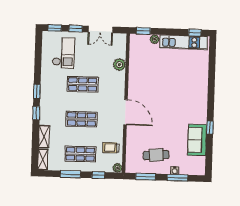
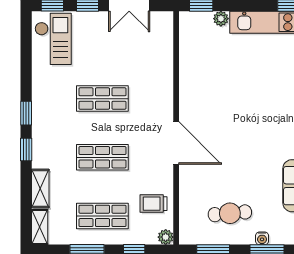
checkout: (64, 53) -> (53, 39), moved
plant: (119, 65) -> (163, 63), removed

